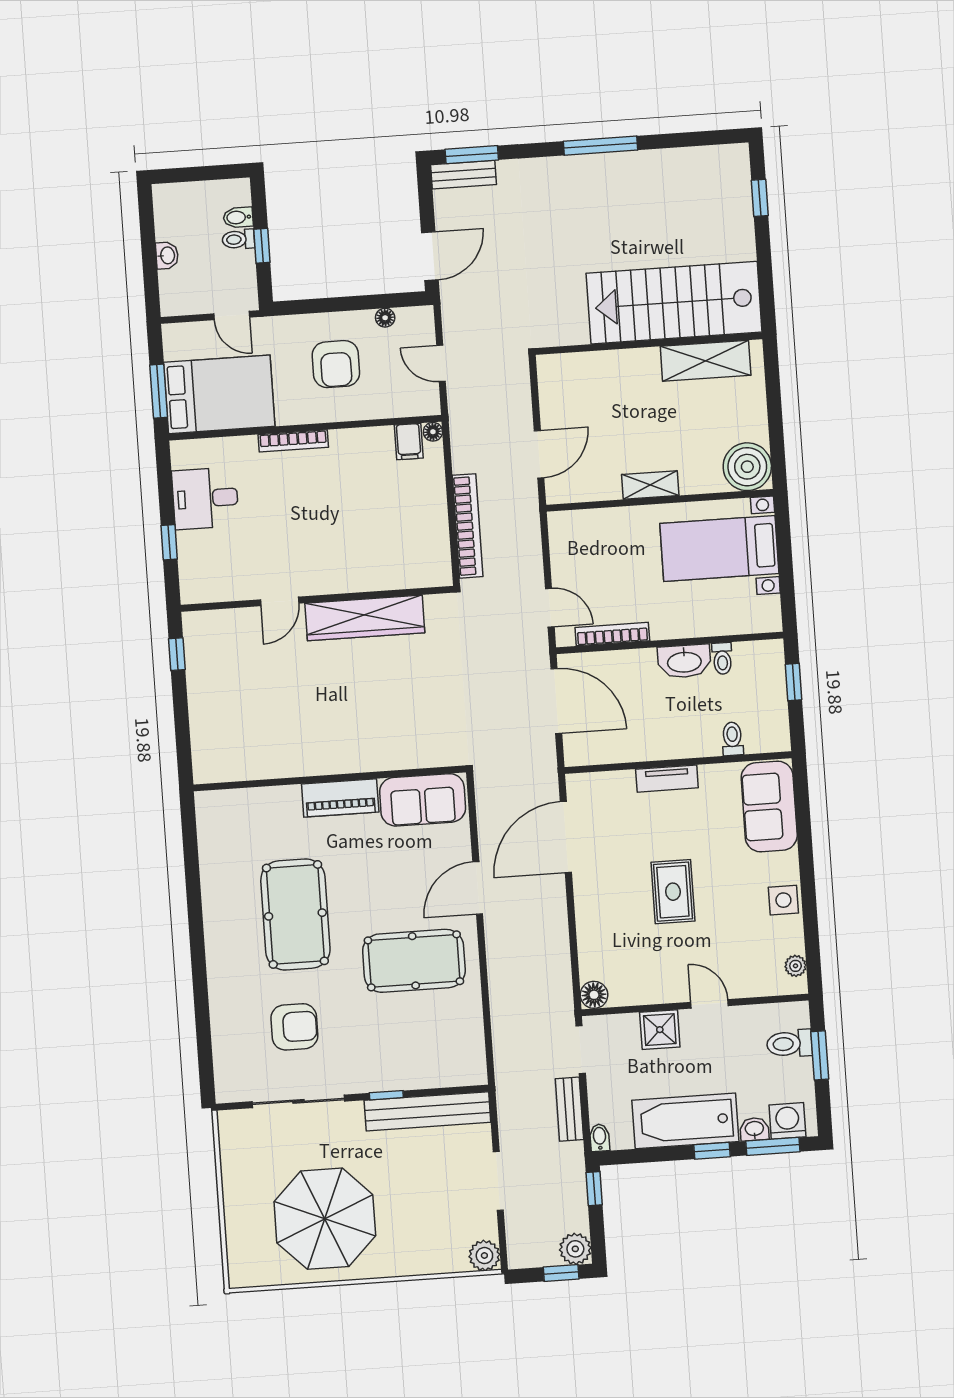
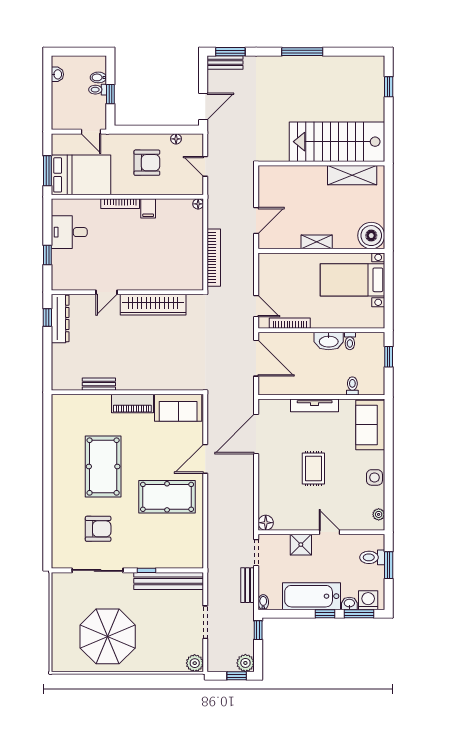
washbasin: (167, 255) -> (57, 74), moved
armchair: (336, 364) -> (147, 163), turned -90
filing cabinet: (409, 442) -> (148, 208), moved
dresser: (200, 654) -> (60, 318), added
bench: (277, 767) -> (99, 384), added
tv unit: (667, 779) -> (315, 405), width x1.41

